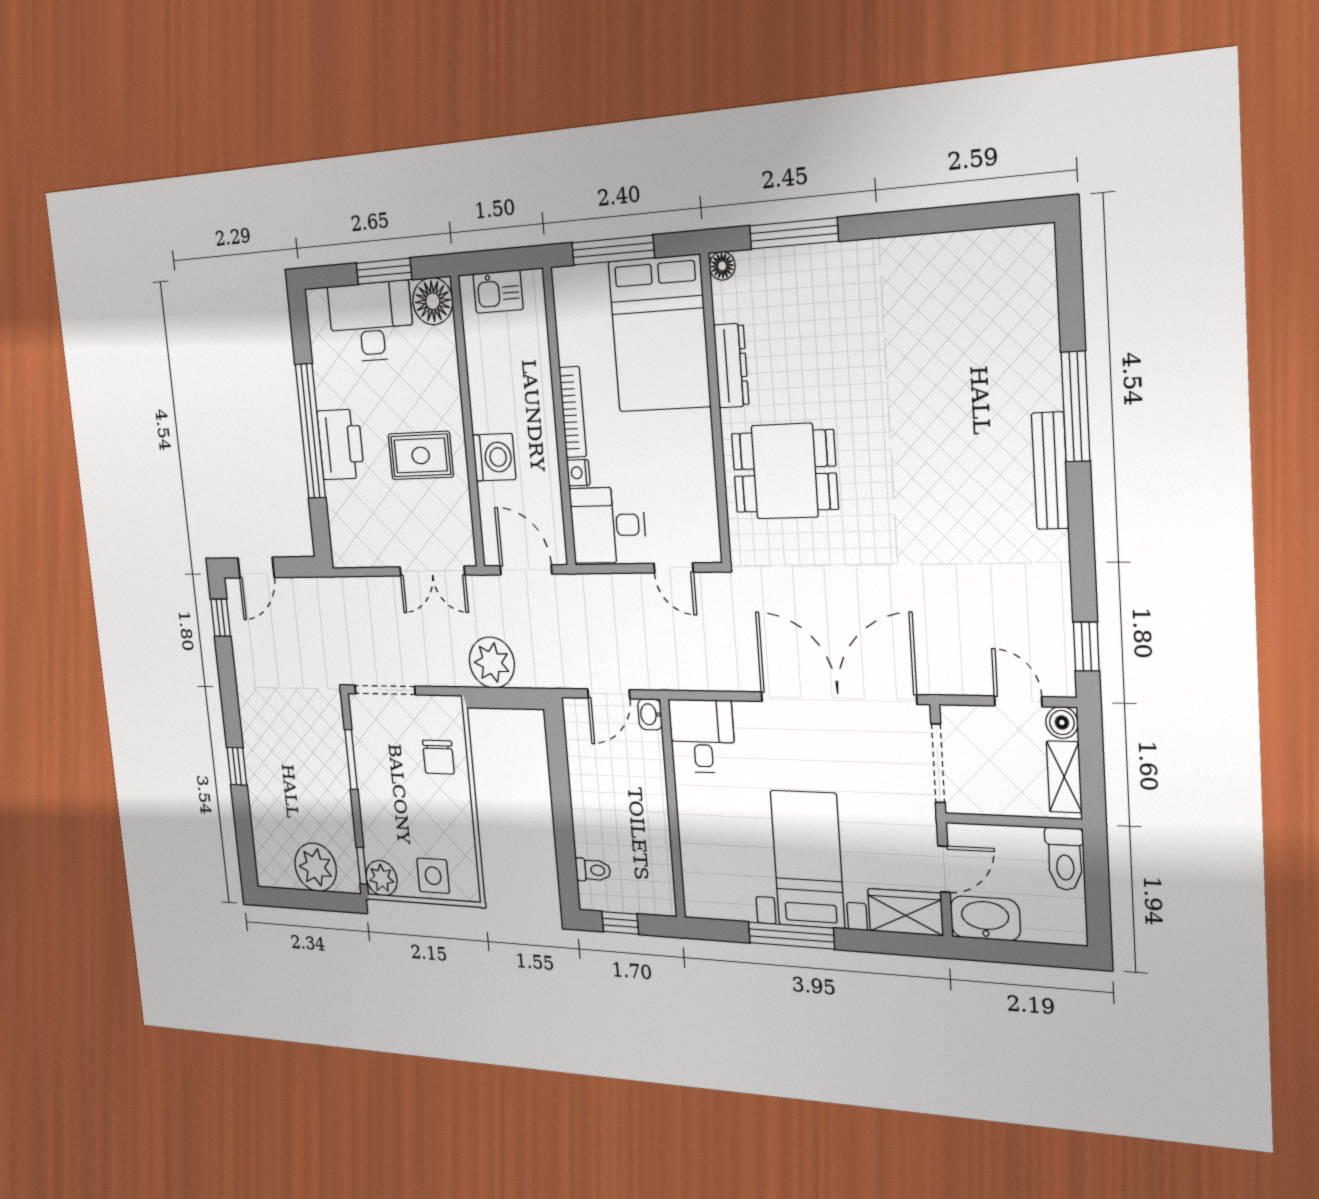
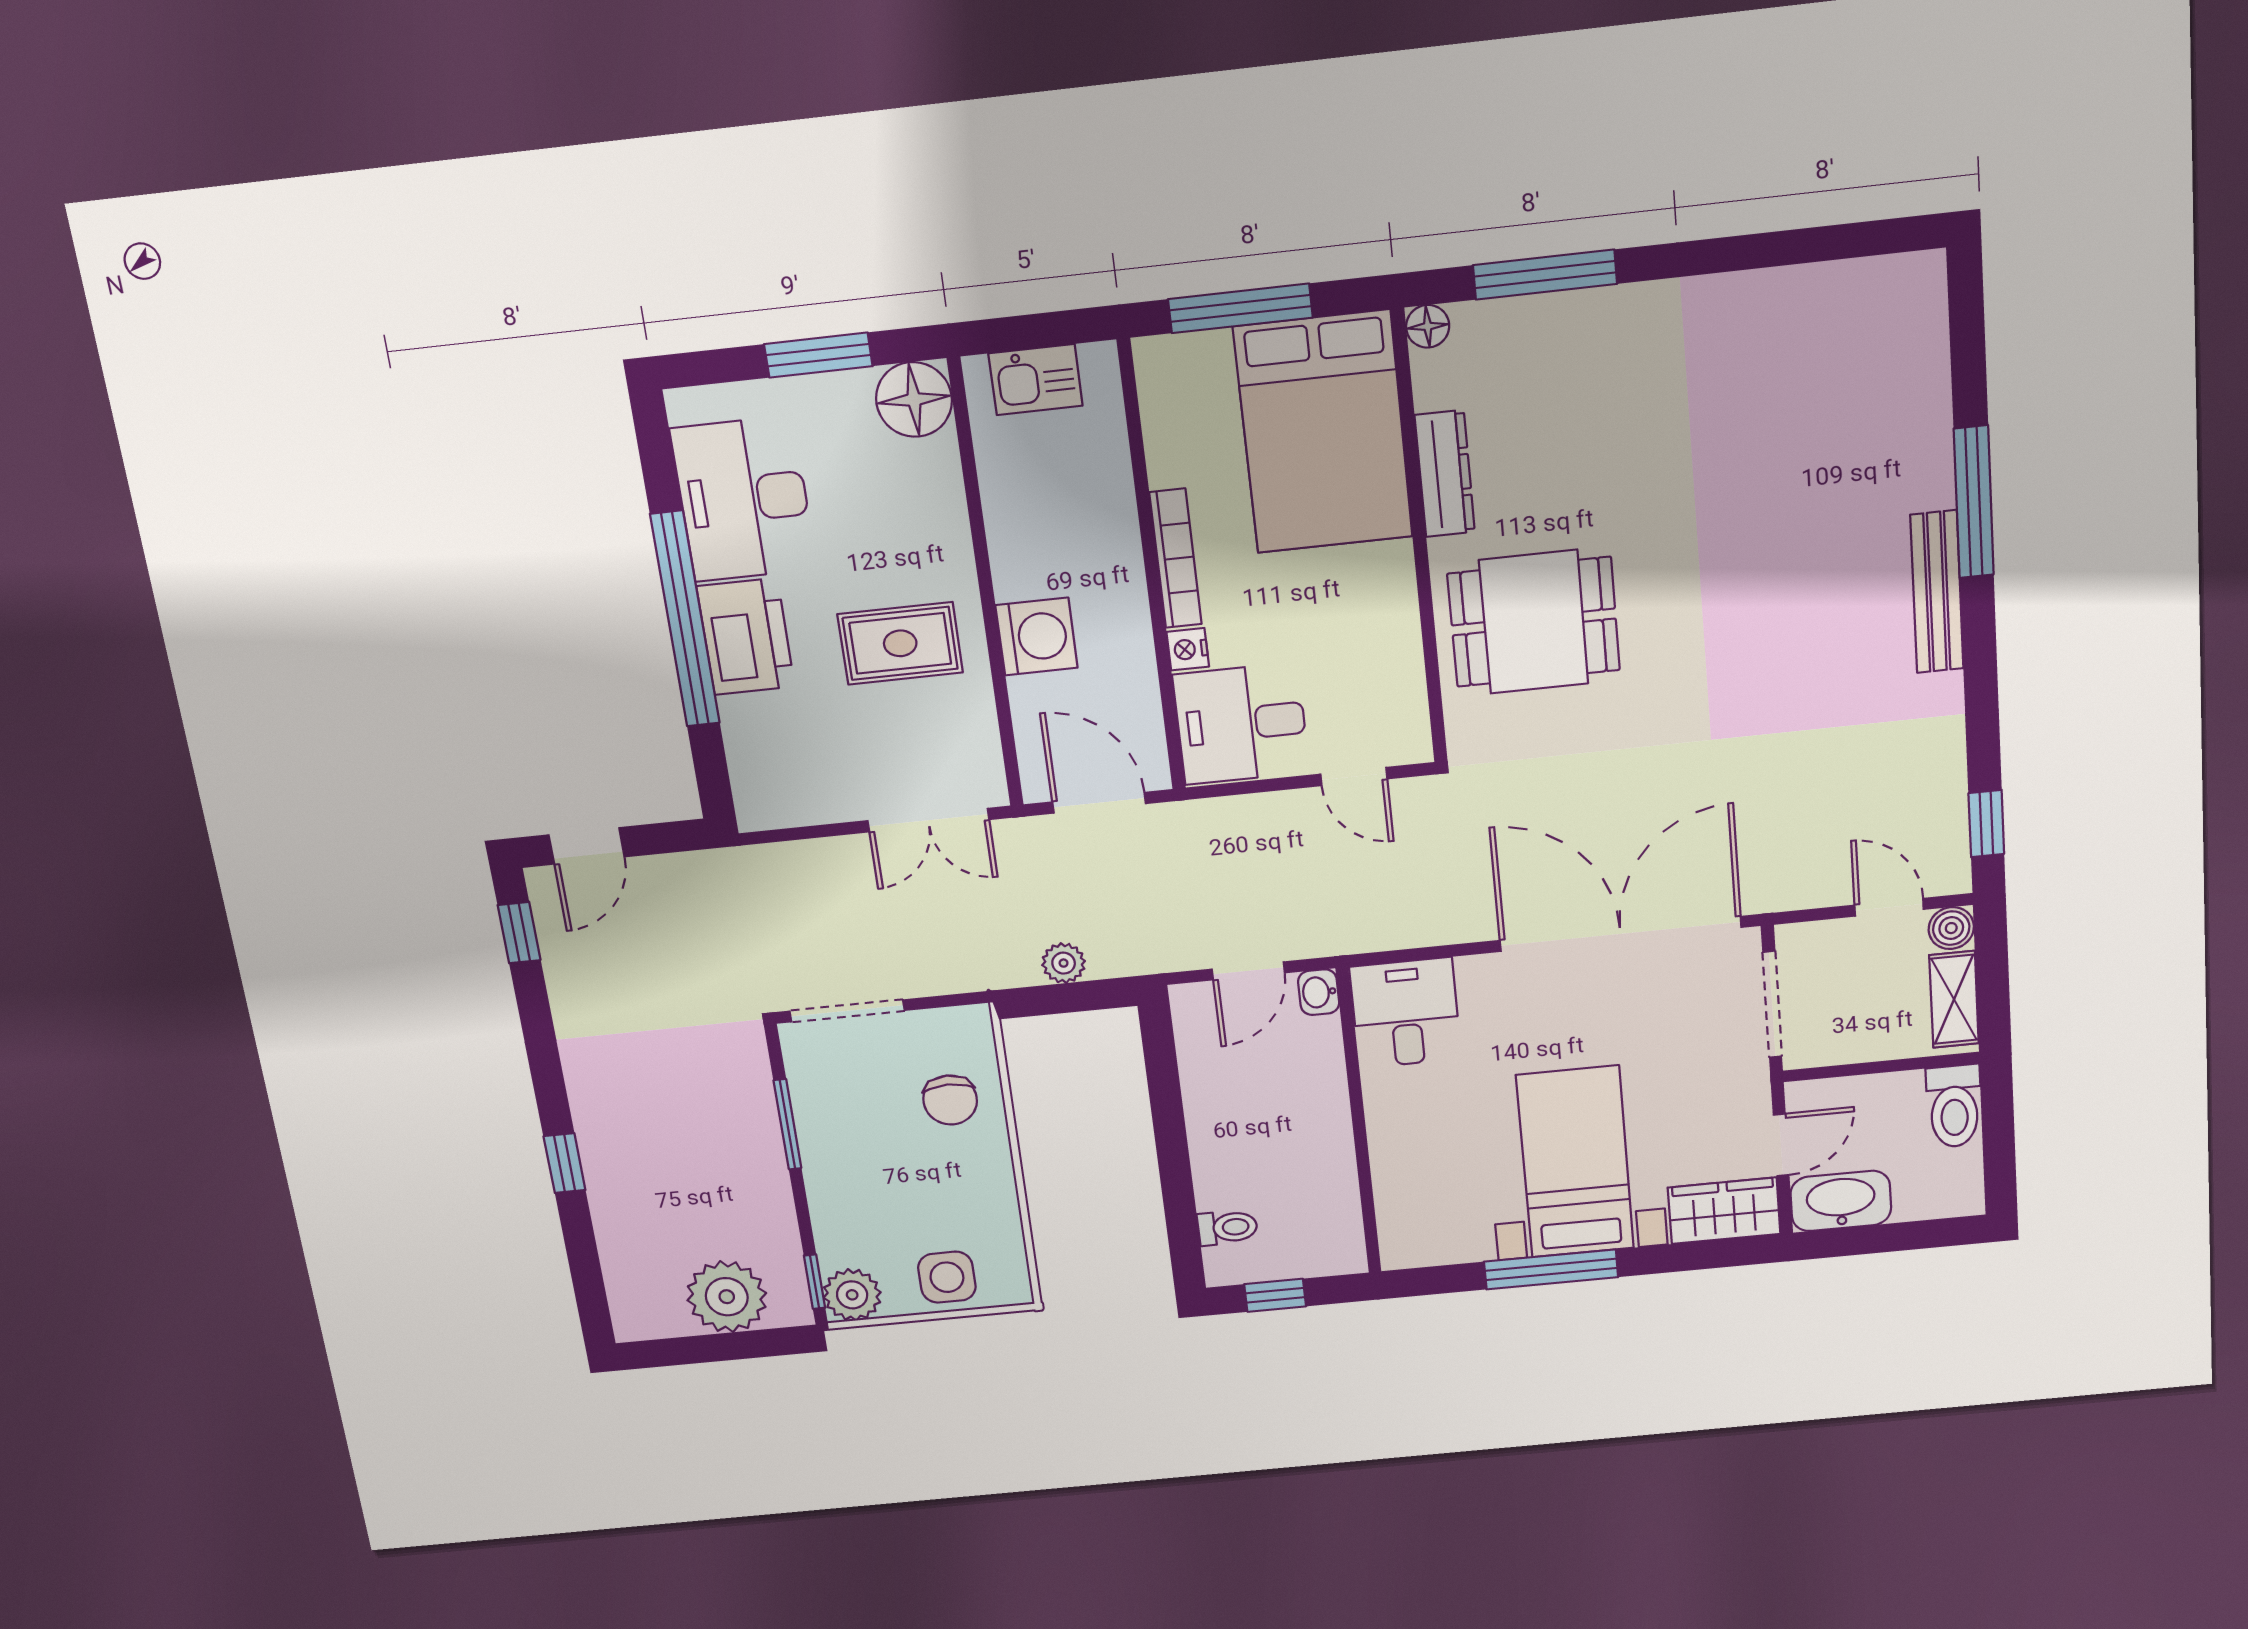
desk: (371, 322) -> (744, 499), moved, turned -90
plant: (492, 662) -> (1064, 963), width x0.53, depth x0.53

